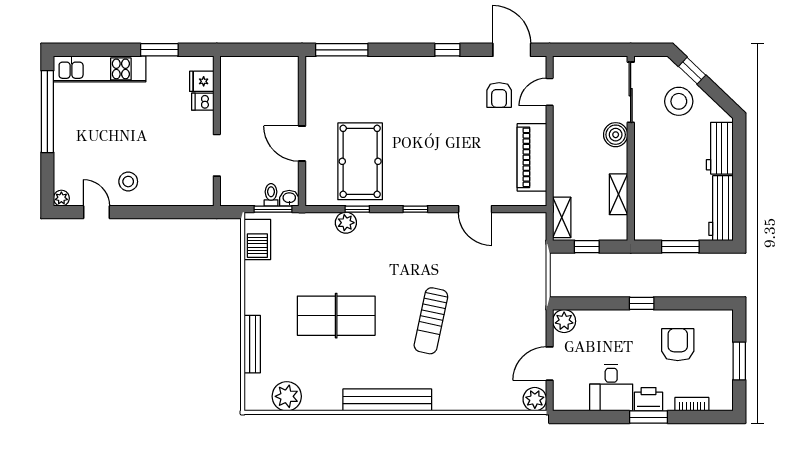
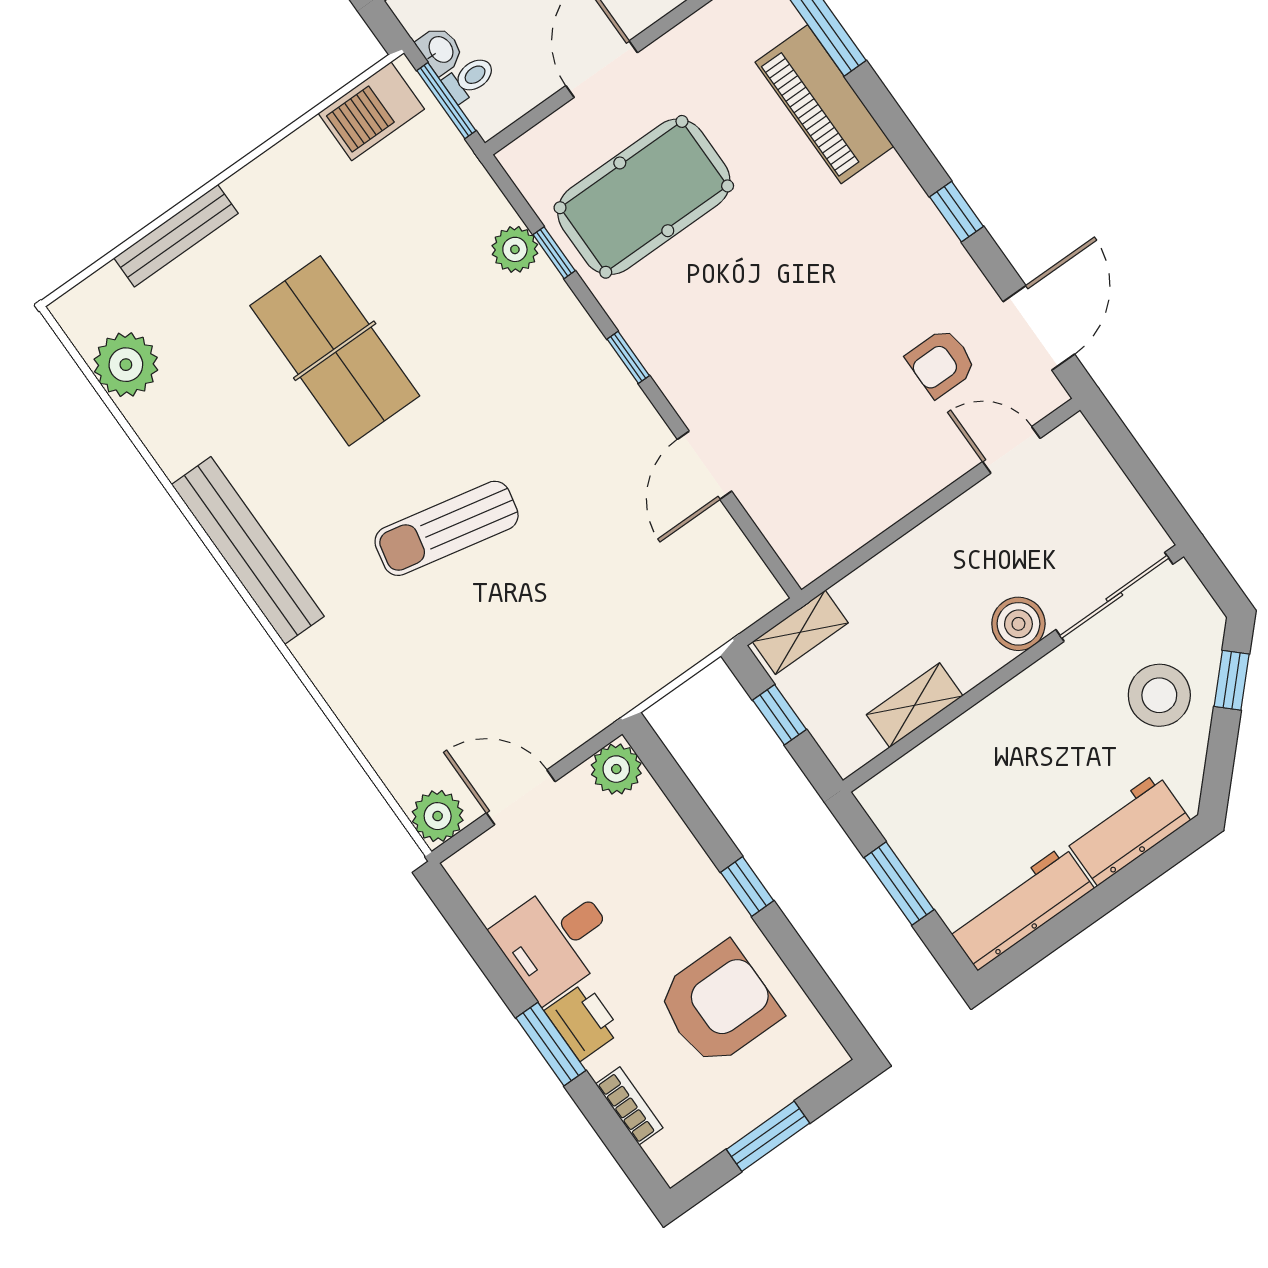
piano: (532, 157) -> (824, 104), moved, turned -90
washbasin: (289, 198) -> (440, 50), moved
armchair: (678, 345) -> (719, 1004), width x1.36, depth x1.36

